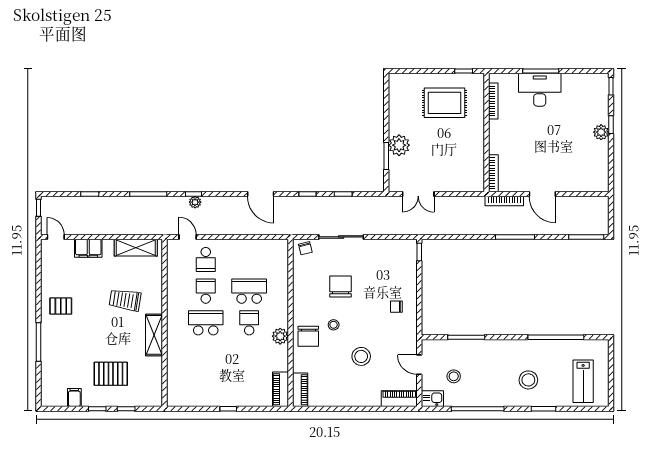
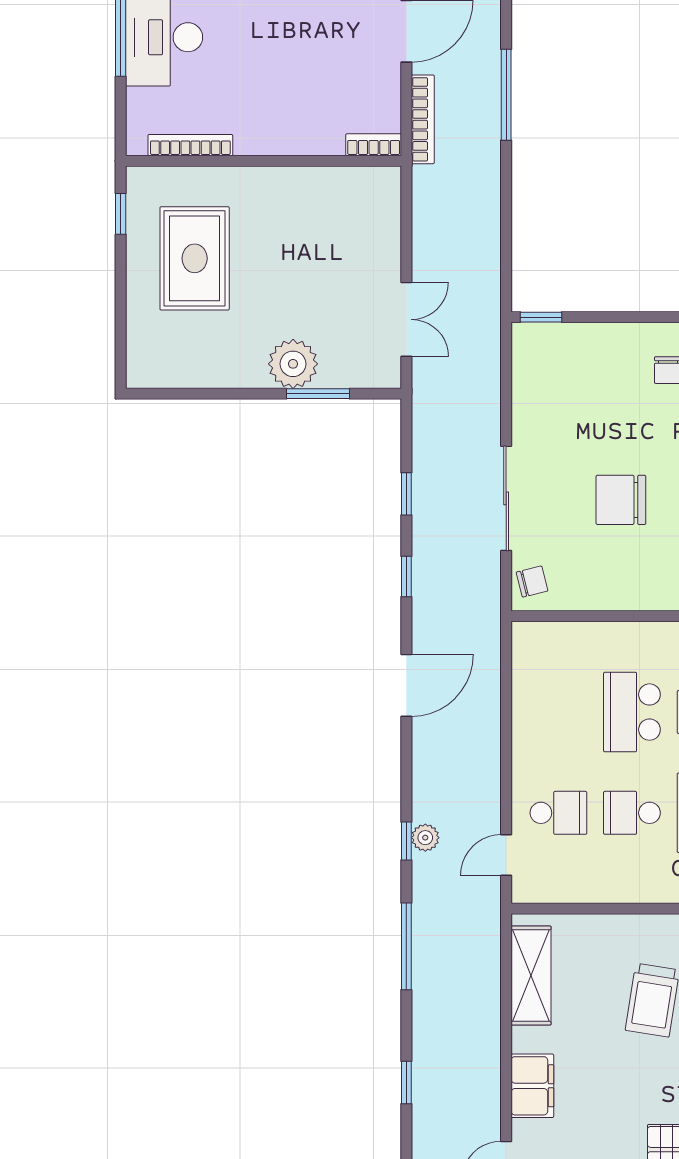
bookcase: (493, 173) -> (374, 145), width x0.64

